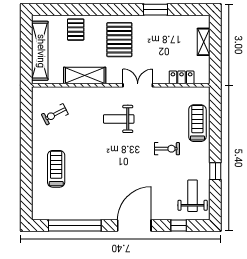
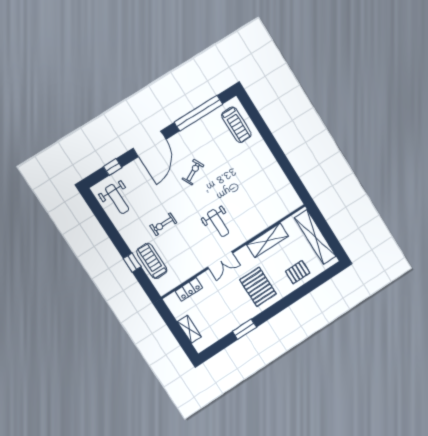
pallet: (76, 30) -> (298, 272), turned 90
exercise bike: (55, 114) -> (193, 172), moved
weight bench: (119, 119) -> (218, 223), turned 90
treadmill: (197, 123) -> (152, 261), turned 180
treadmill: (56, 169) -> (236, 125), moved
window: (215, 171) -> (132, 263), moved

